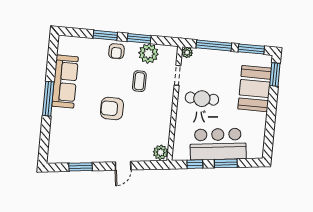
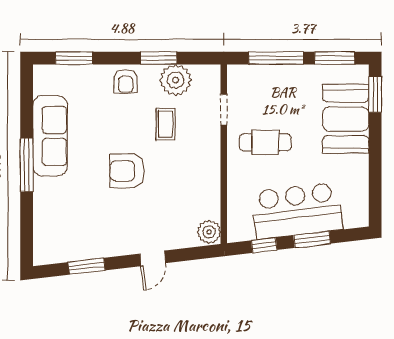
window: (105, 35) -> (74, 58), moved
plant: (187, 52) -> (236, 73), removed

